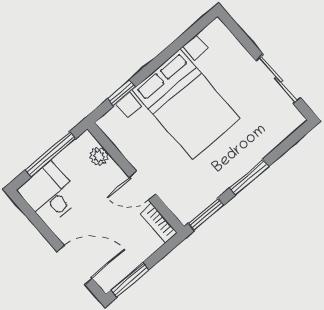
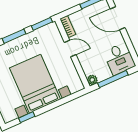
window: (121, 93) -> (27, 117), moved
plant: (99, 156) -> (92, 80), moved

